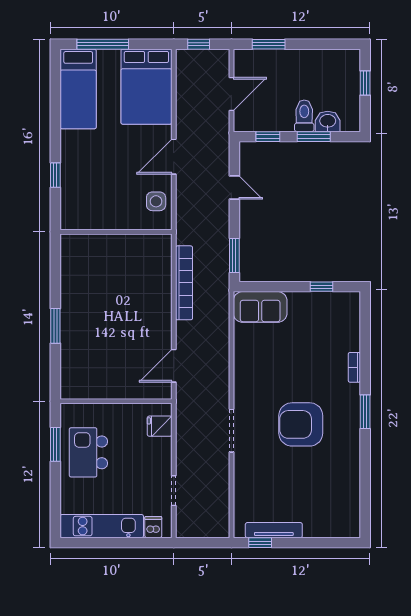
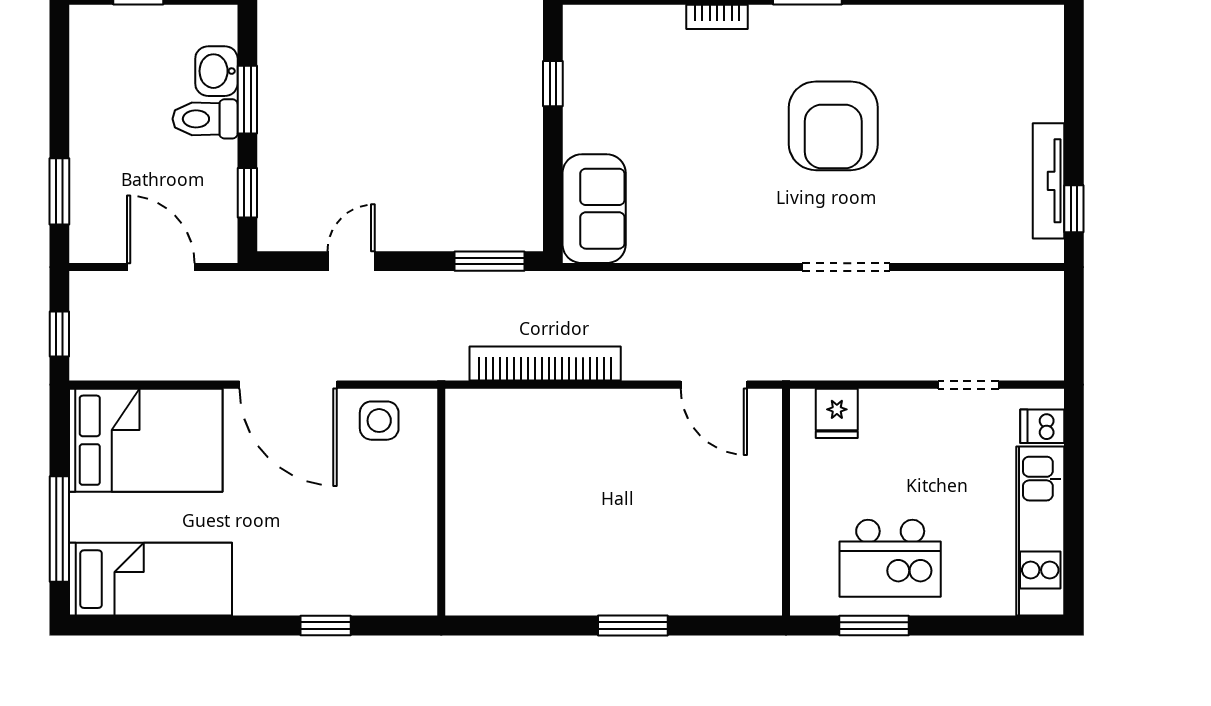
door: (174, 157) -> (288, 385), width x1.36

